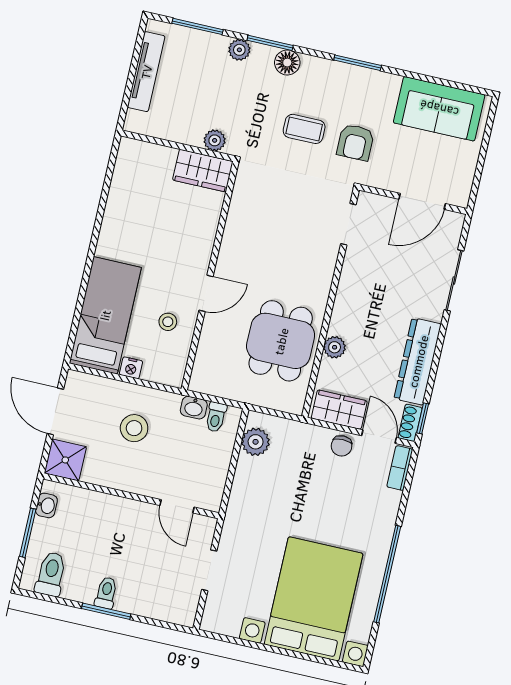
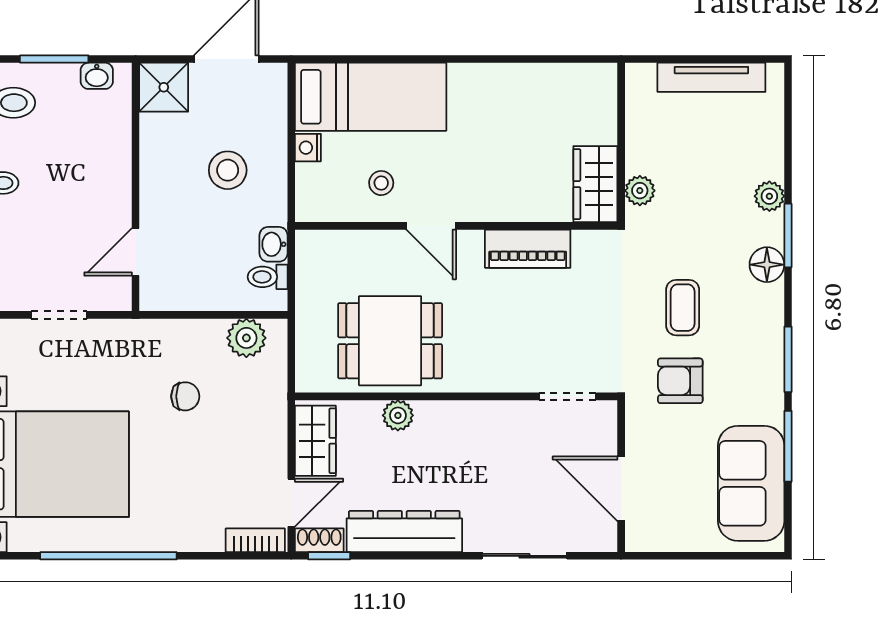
window: (197, 26) -> (788, 446), moved
piano: (238, 229) -> (528, 249), added
chair: (342, 446) -> (185, 396), moved, turned 180

